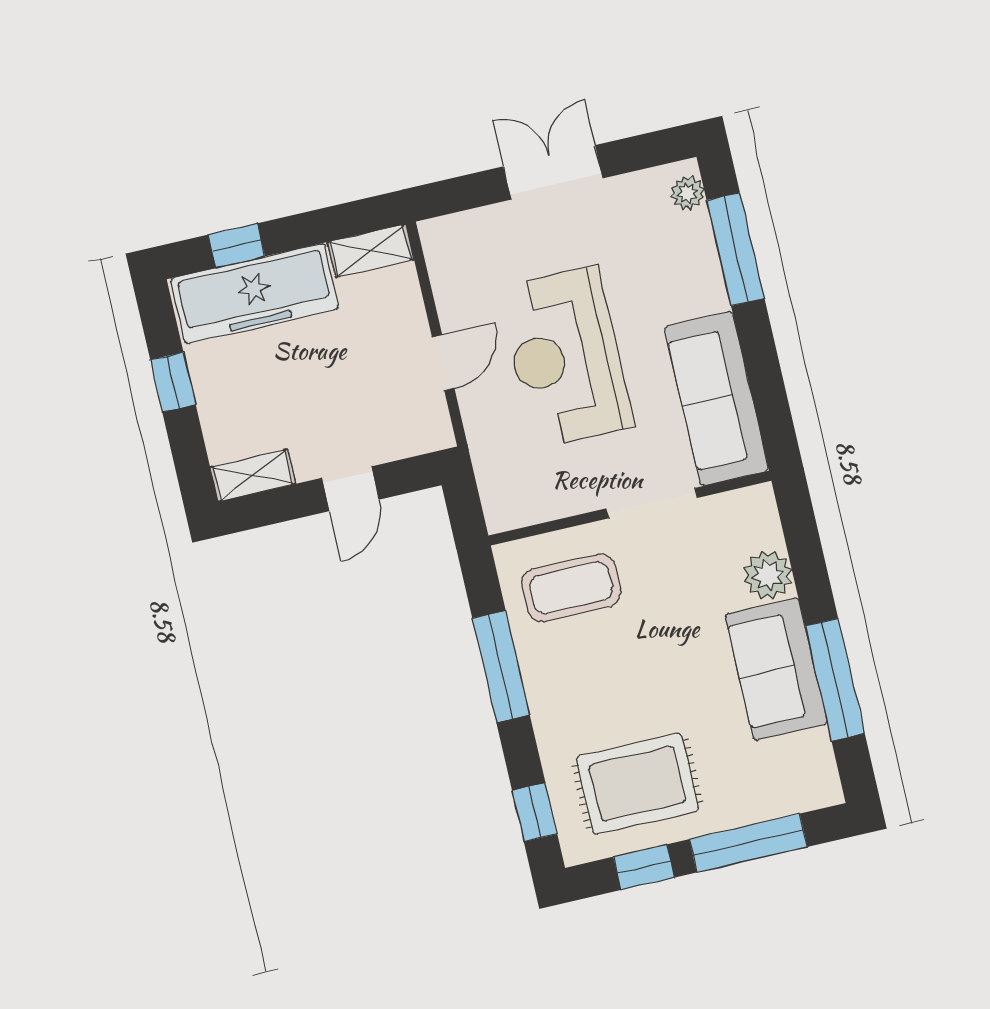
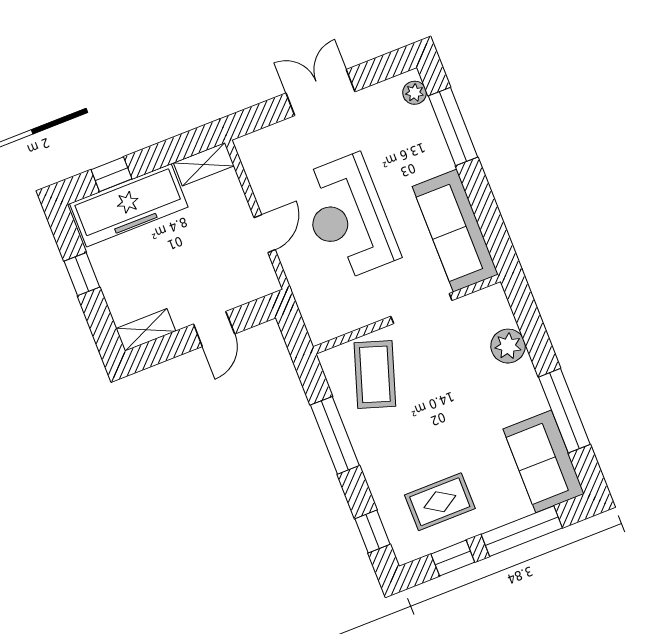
coffee table: (571, 588) -> (375, 374), turned -72
sofa: (776, 669) -> (544, 461), moved
rug: (637, 784) -> (440, 502), width x0.73, depth x0.70

